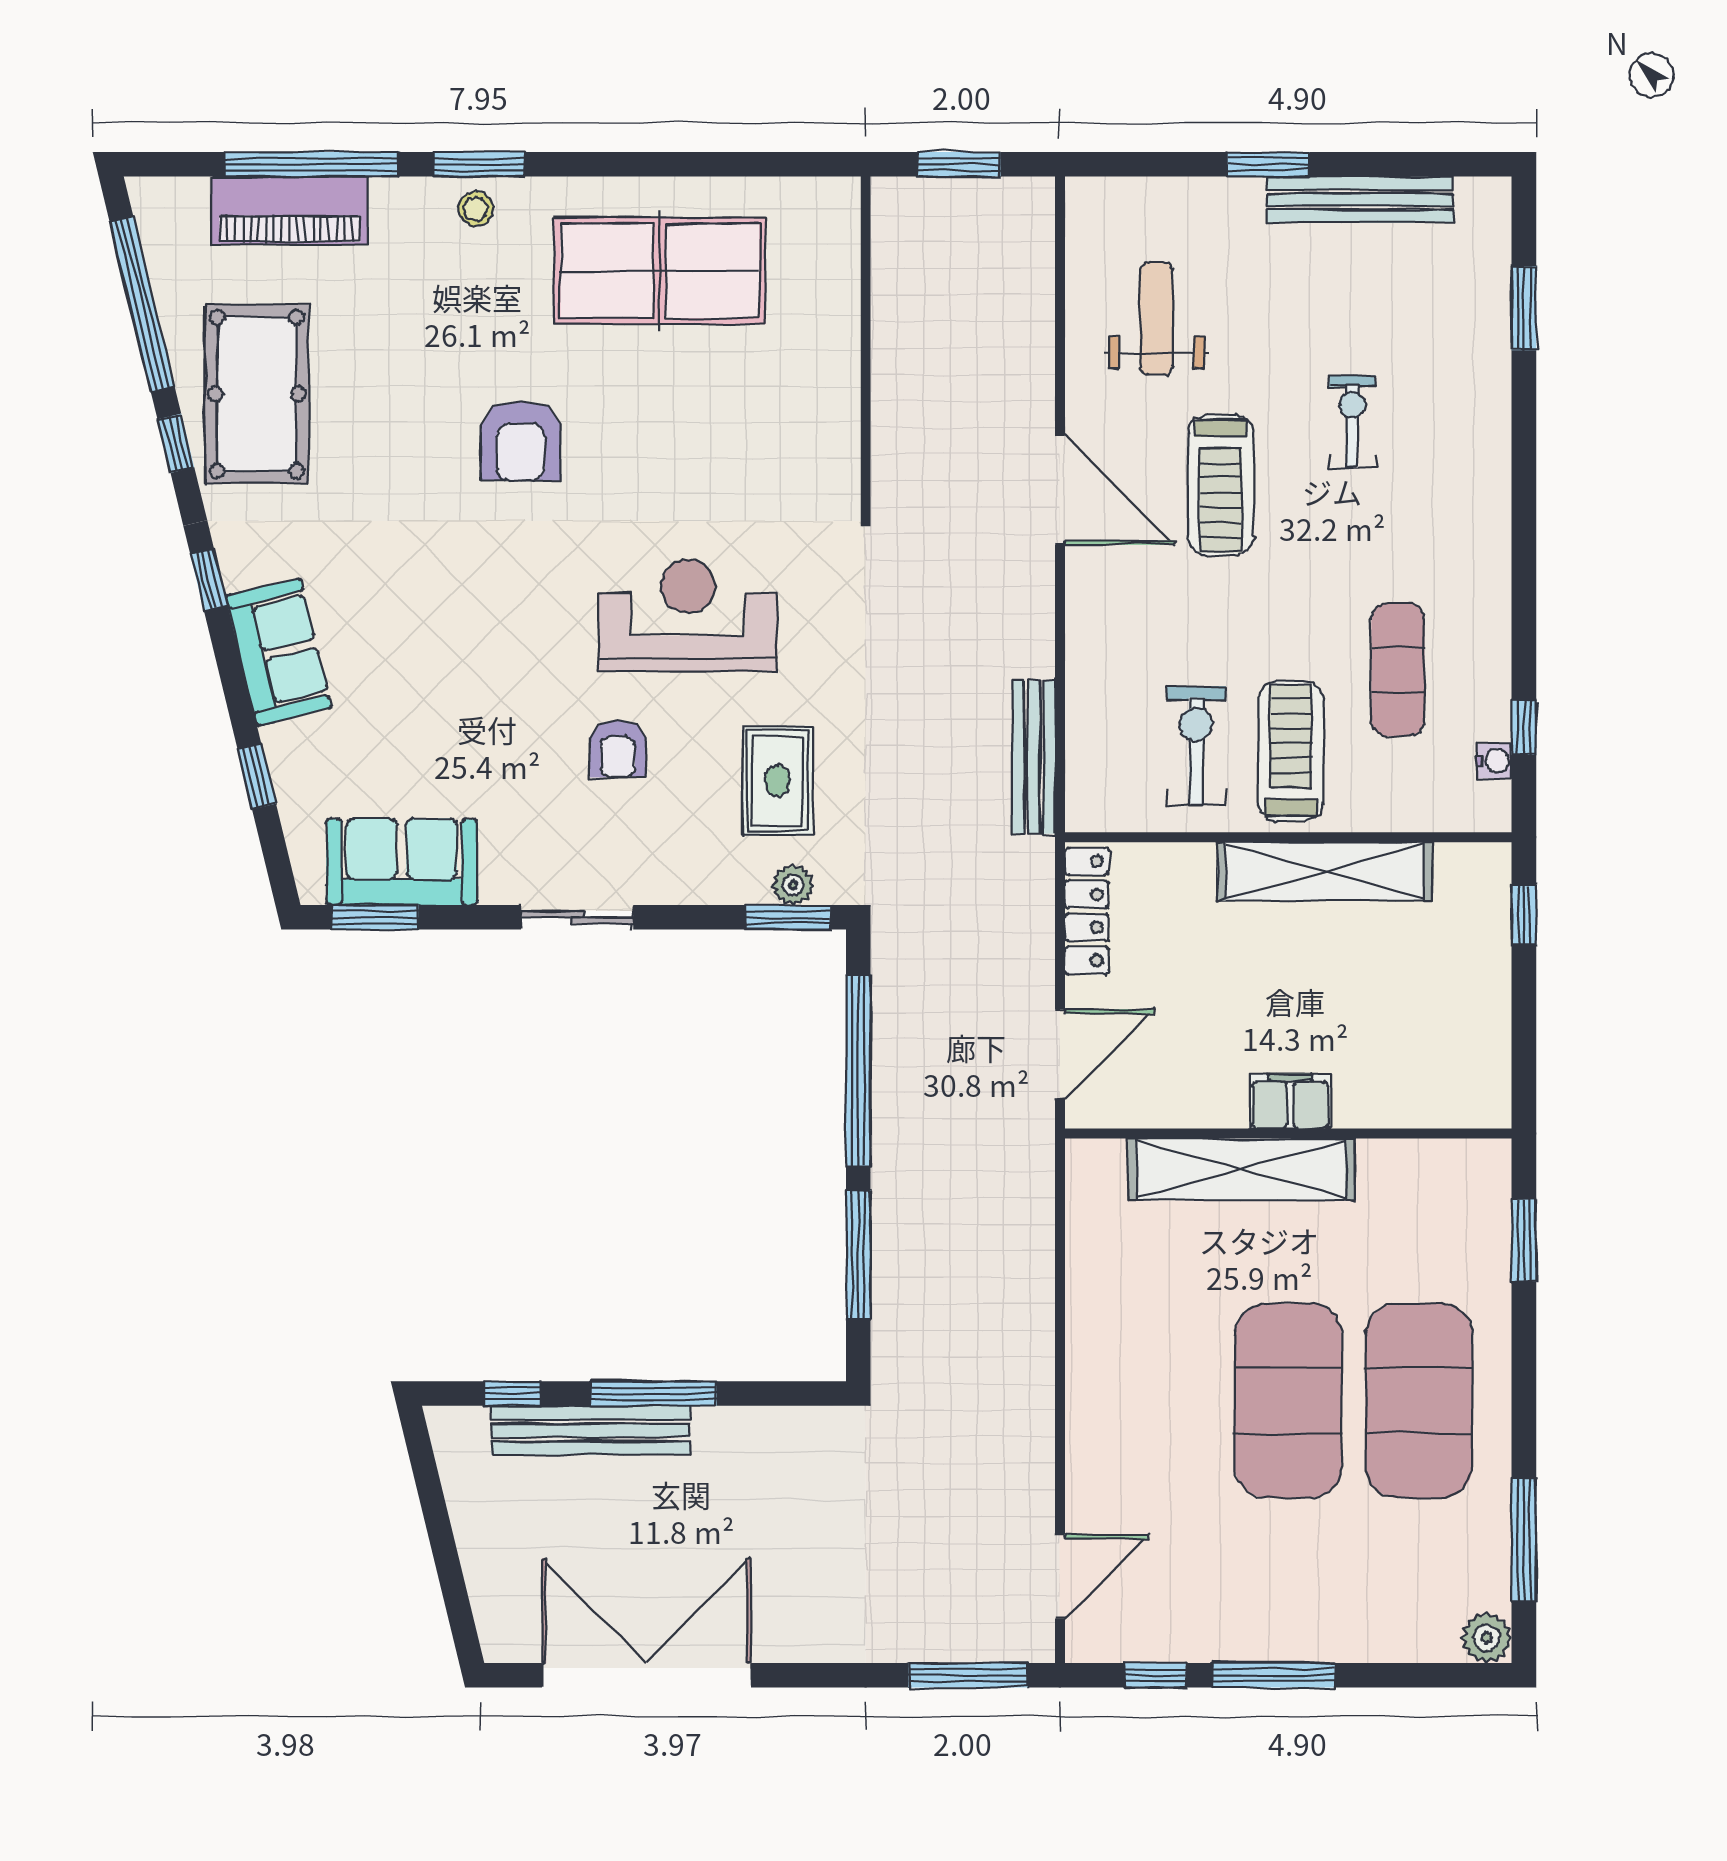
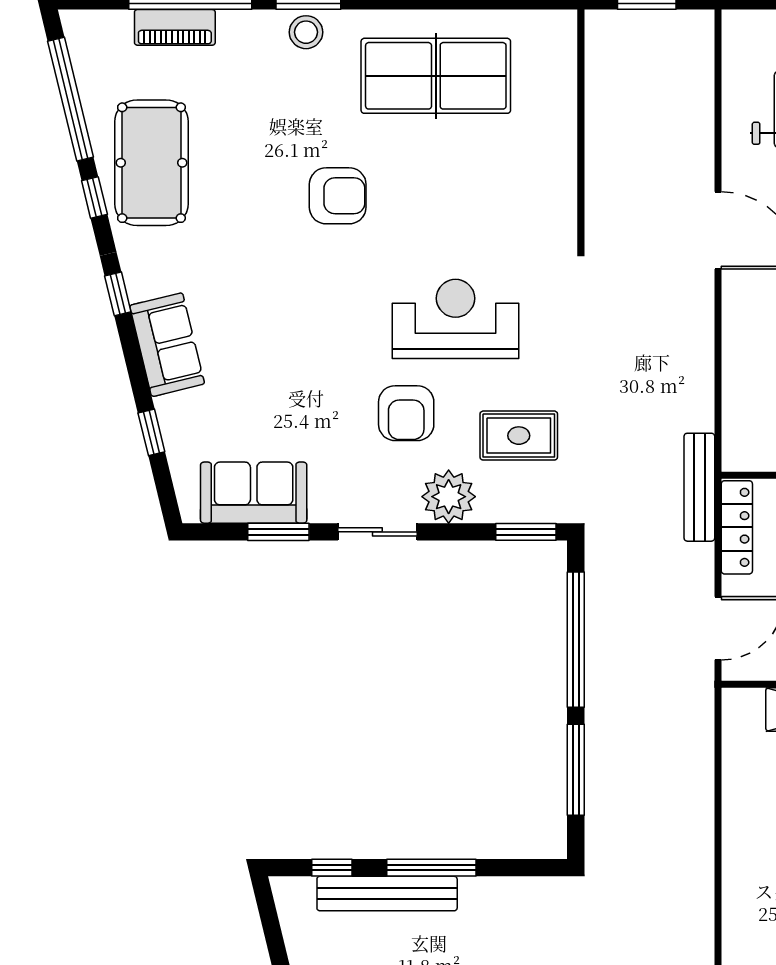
stool: (476, 209) -> (306, 32), width x1.37, depth x1.37
piano: (290, 210) -> (175, 27), width x0.73, depth x0.75
armchair: (521, 441) -> (338, 196), turned -90
armchair: (618, 749) -> (406, 413), width x1.38, depth x1.38
bench: (1034, 757) -> (699, 487), moved
rug: (778, 781) -> (519, 436), turned 90
plant: (793, 885) -> (449, 497), moved, width x1.88, depth x1.88
window: (375, 917) -> (278, 532), moved

